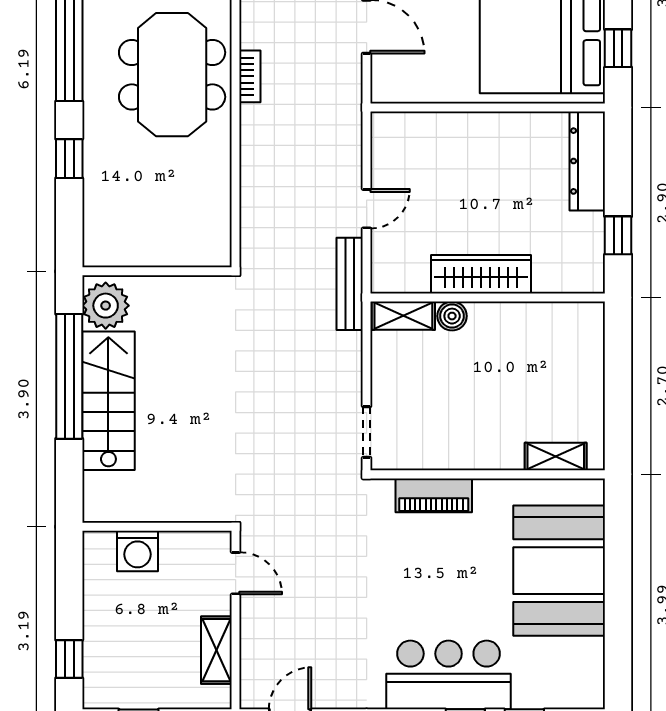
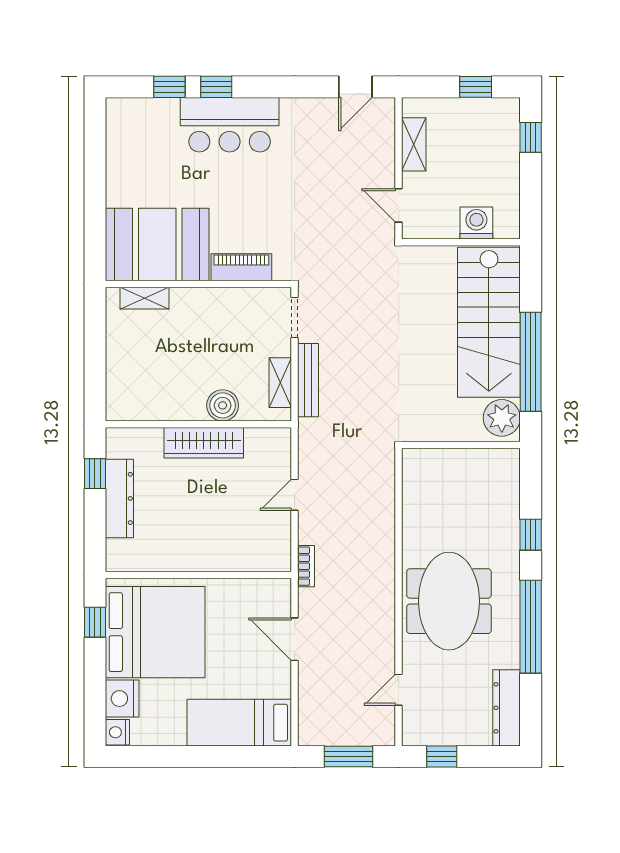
bookcase: (250, 76) -> (306, 566), moved, turned 180
dresser: (587, 161) -> (119, 498), moved
bench: (350, 284) -> (308, 380), moved
shelving: (403, 316) -> (280, 383), moved, turned 90
boiler: (452, 316) -> (223, 405), width x1.36, depth x1.36
stairs: (108, 401) -> (489, 322), width x1.36, depth x1.51
booth: (559, 571) -> (157, 244), moved, turned 90

